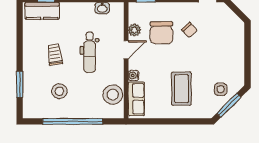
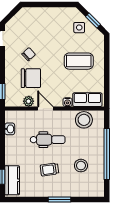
window: (20, 84) -> (59, 200), moved
window: (229, 105) -> (93, 21), width x0.67

